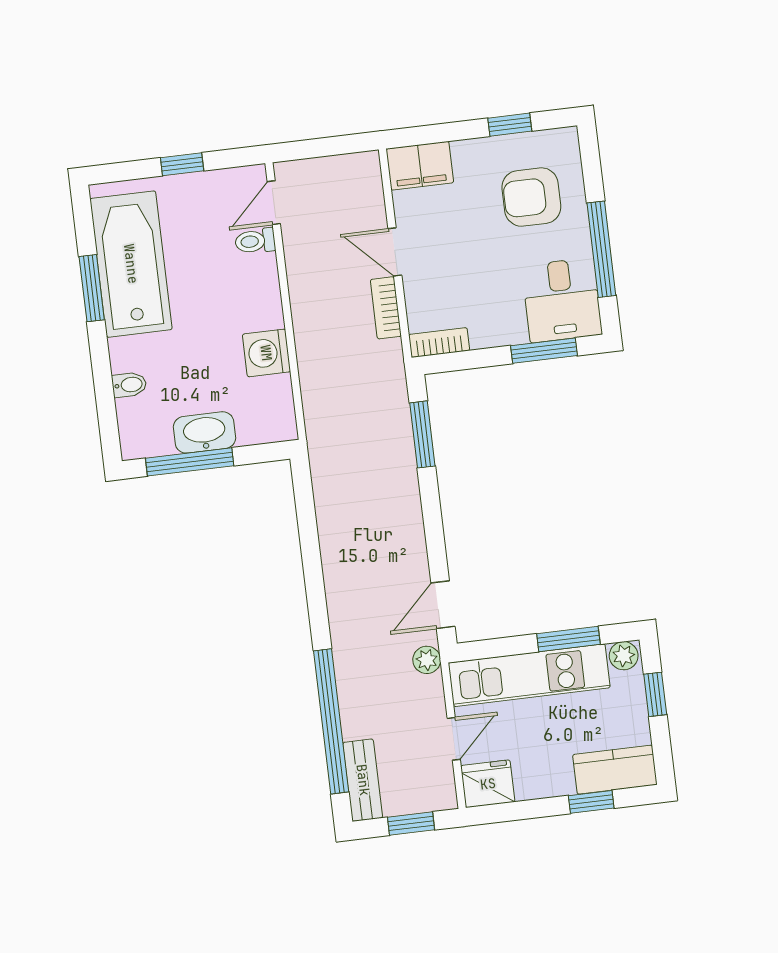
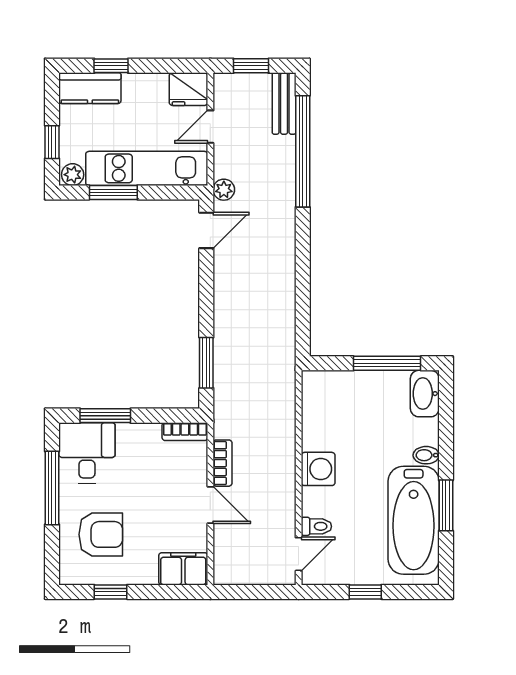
washing machine: (266, 353) -> (318, 469), moved
bidet: (129, 385) -> (426, 455), moved
washbasin: (204, 432) -> (425, 394), moved, turned 90

